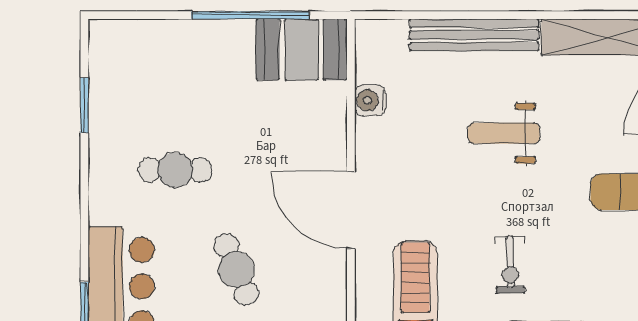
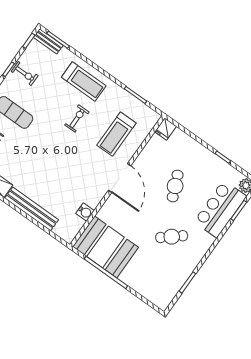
booth: (302, 49) -> (106, 247), width x1.36, depth x1.42
weight bench: (504, 133) -> (46, 167), removed
cafe table: (175, 170) -> (172, 237), turned -40

